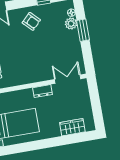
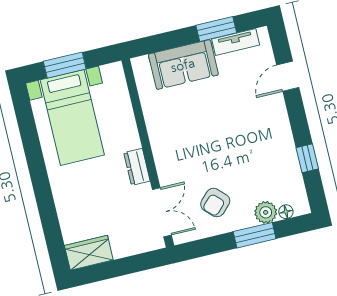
armchair: (31, 21) -> (215, 203), moved
wardrobe: (72, 127) -> (89, 253), moved, turned -90

